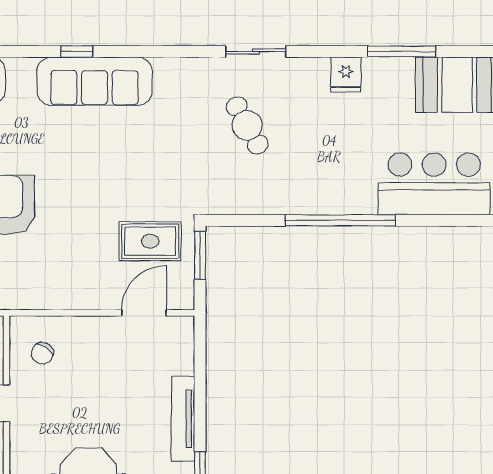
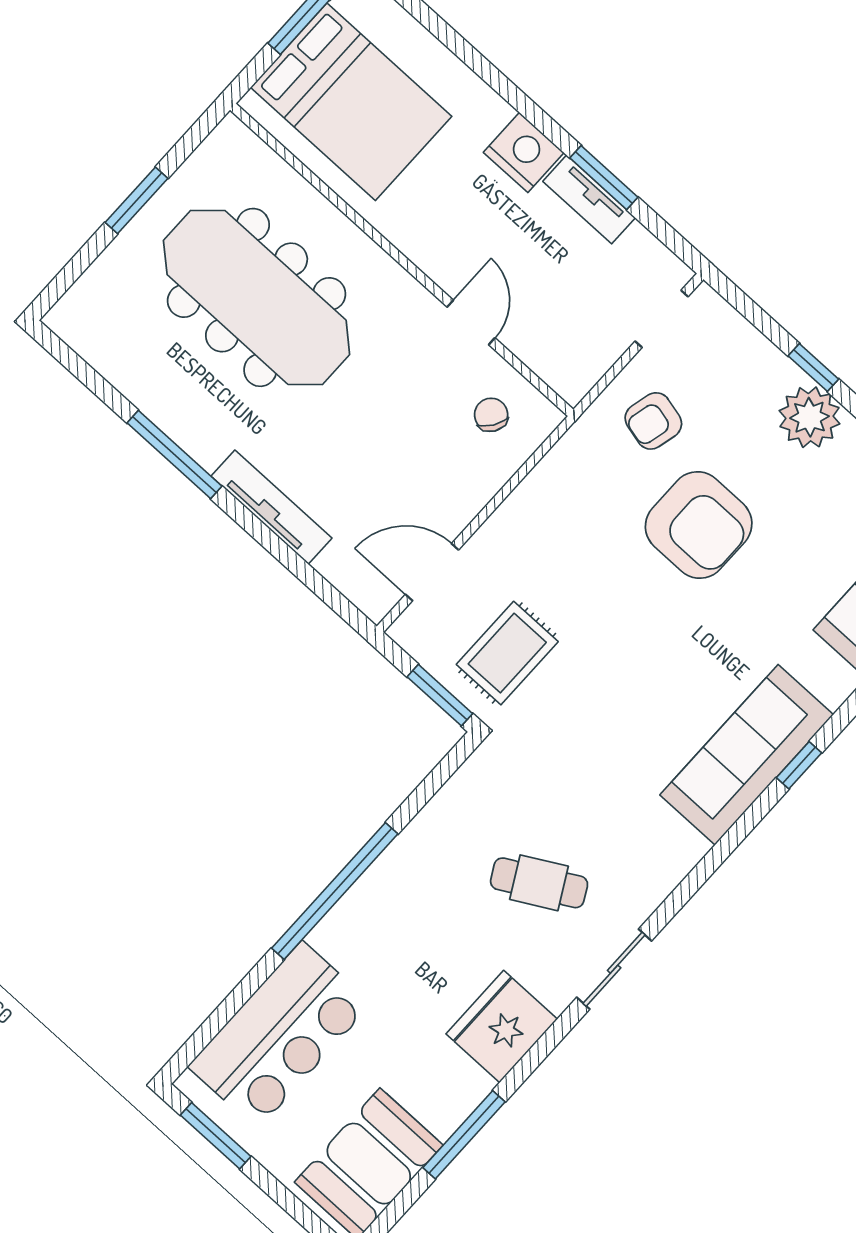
fridge: (346, 75) -> (502, 1026), width x1.88, depth x1.34
door: (144, 313) -> (432, 572), swing flipped

